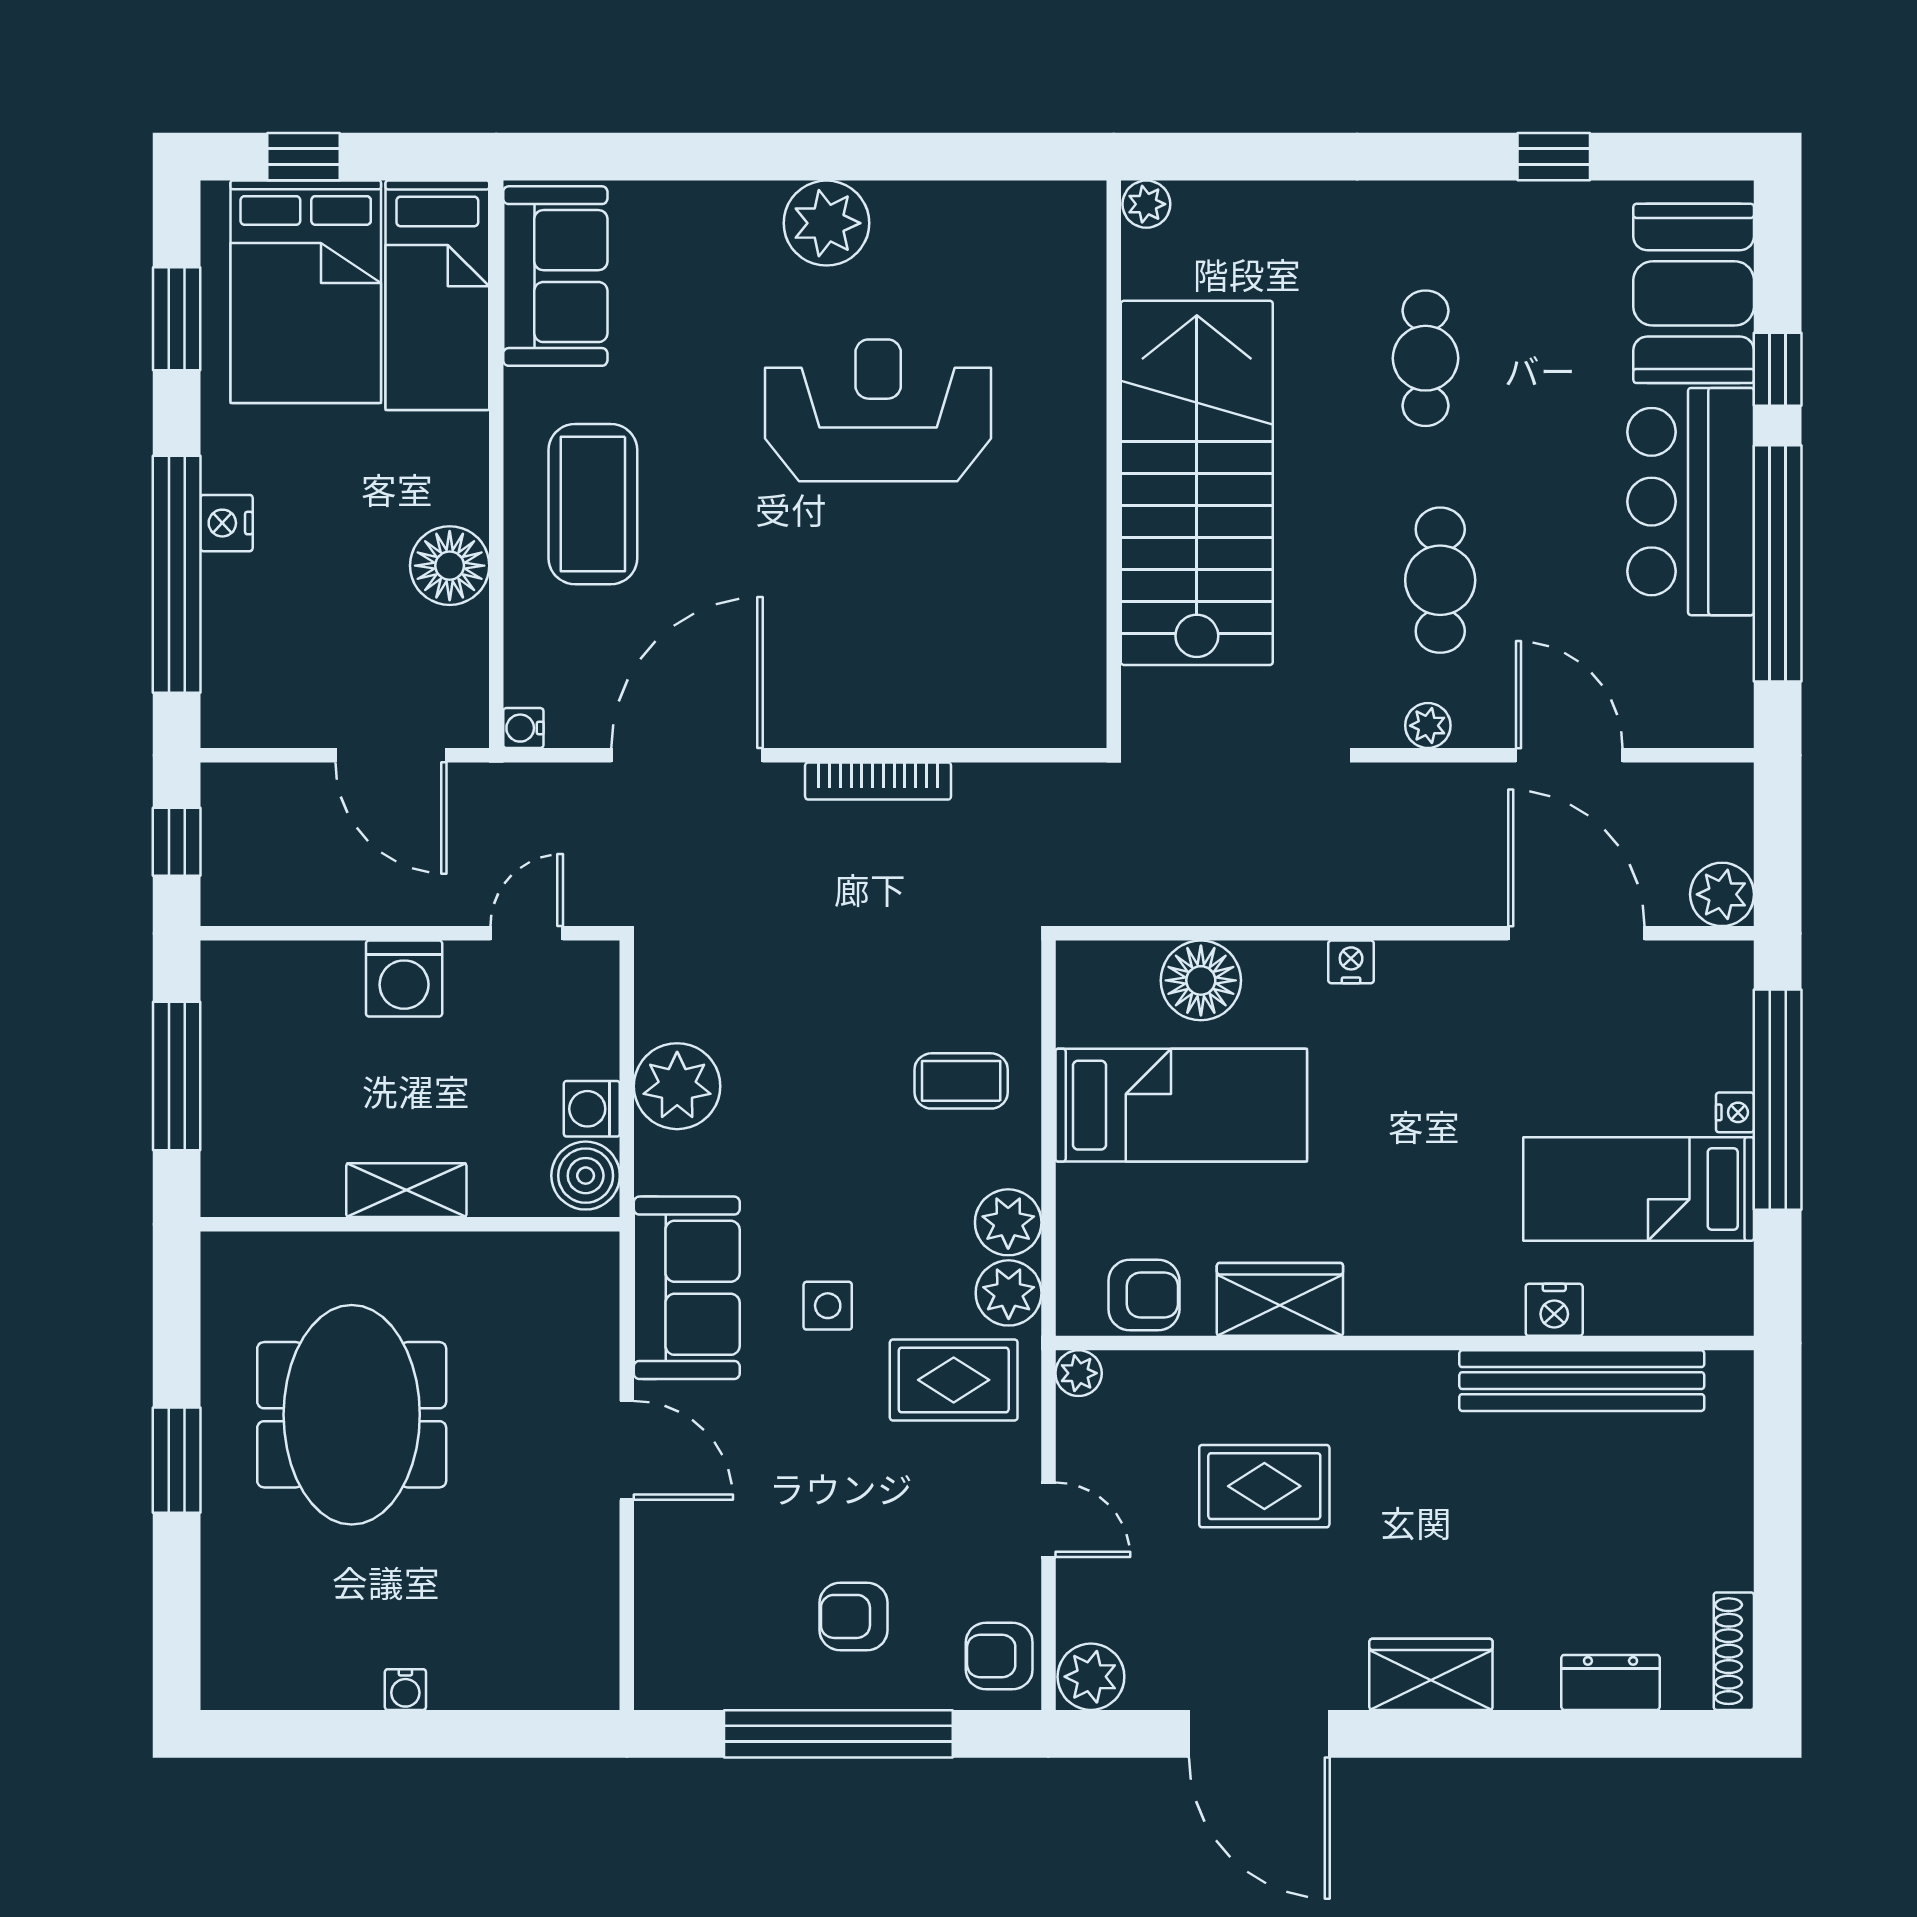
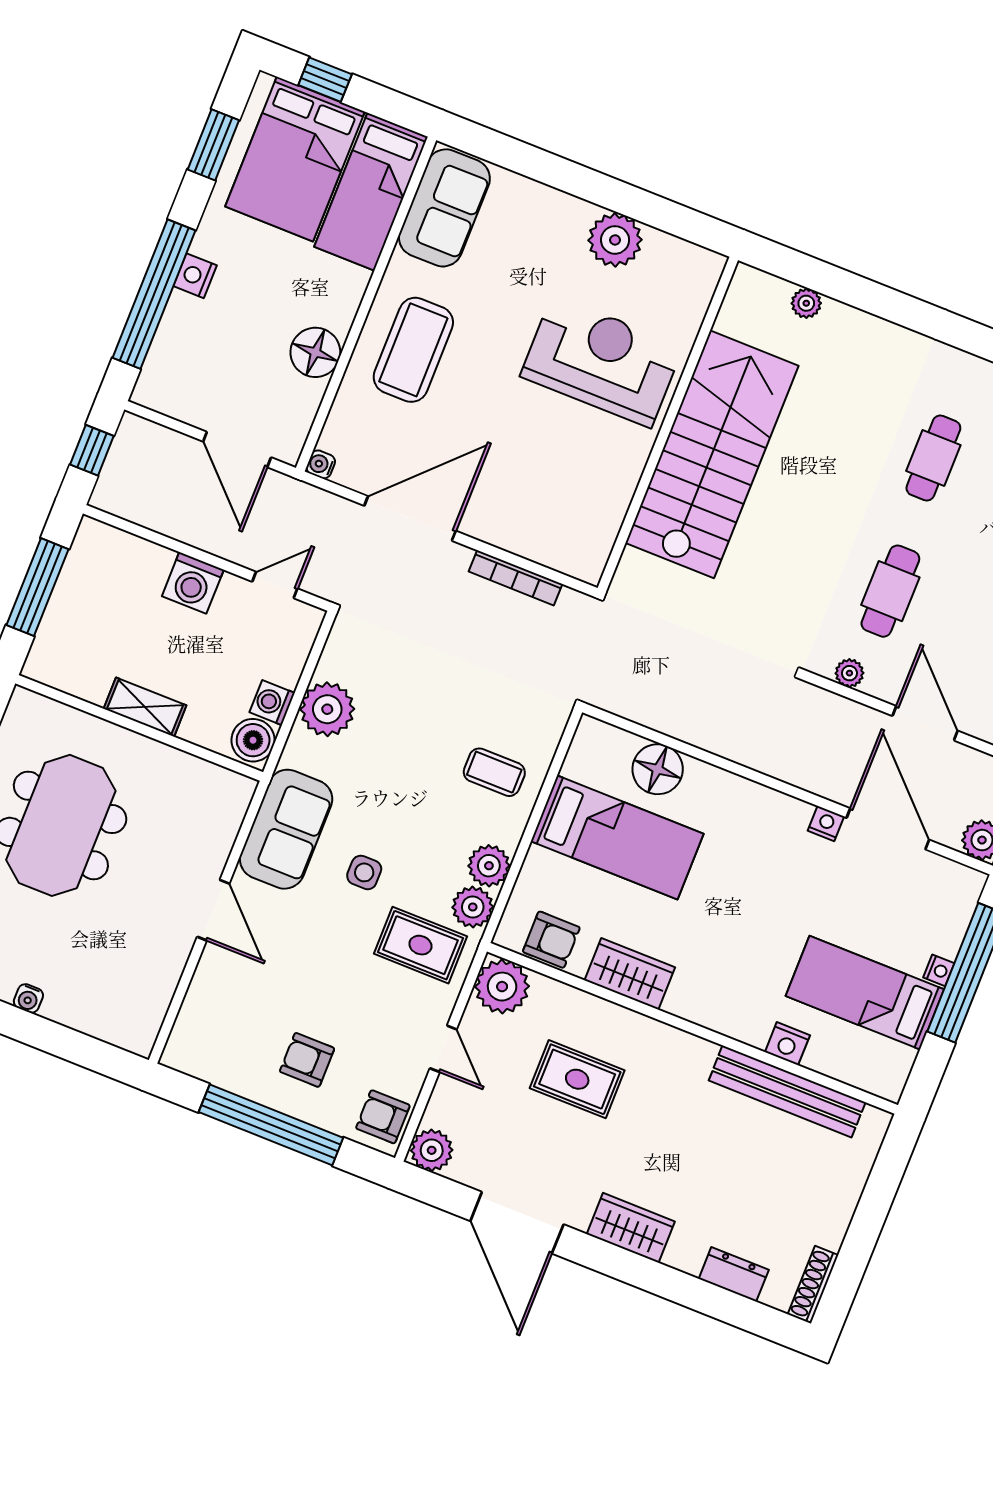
wall: (1114, 464) -> (668, 424), moved
stairs: (1197, 483) -> (712, 454), moved
nightstand: (1351, 962) -> (826, 824), moved
plant: (1079, 1373) -> (502, 987), width x1.88, depth x1.88

